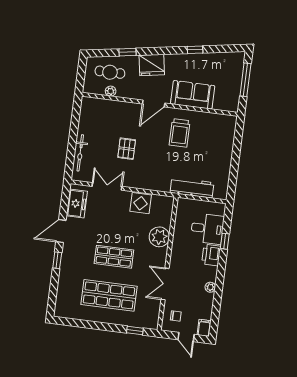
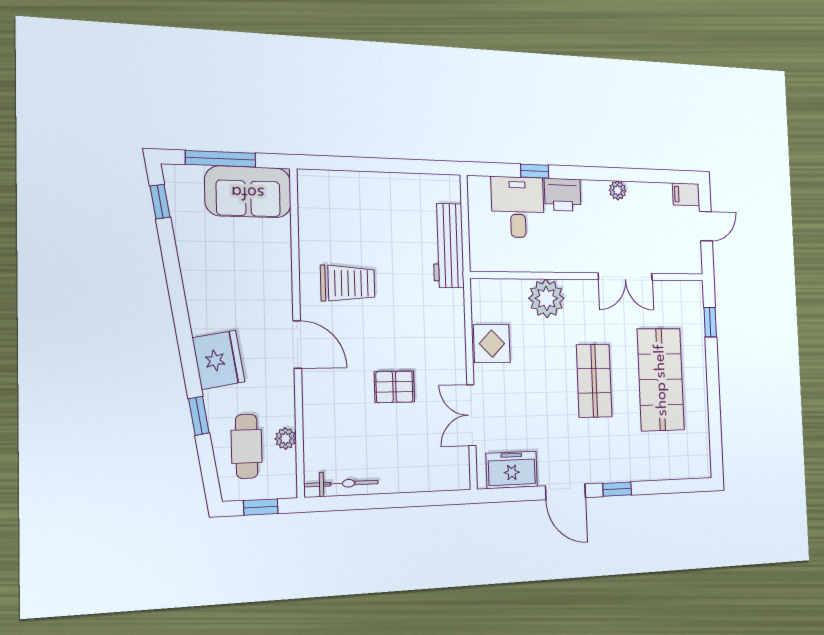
window: (195, 50) -> (160, 202), moved
window: (81, 75) -> (261, 507), added
sofa: (193, 95) -> (248, 192), moved, turned -90
bicycle: (80, 153) -> (341, 484), moved
chair: (176, 316) -> (675, 249), removed

